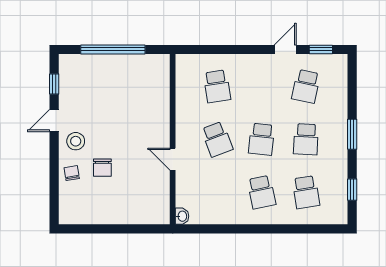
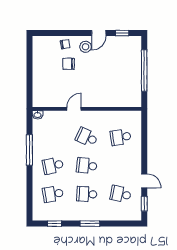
door: (54, 120) -> (99, 33), swing flipped
school desk: (217, 139) -> (87, 137), turned 45
window: (237, 229) -> (29, 150), added

